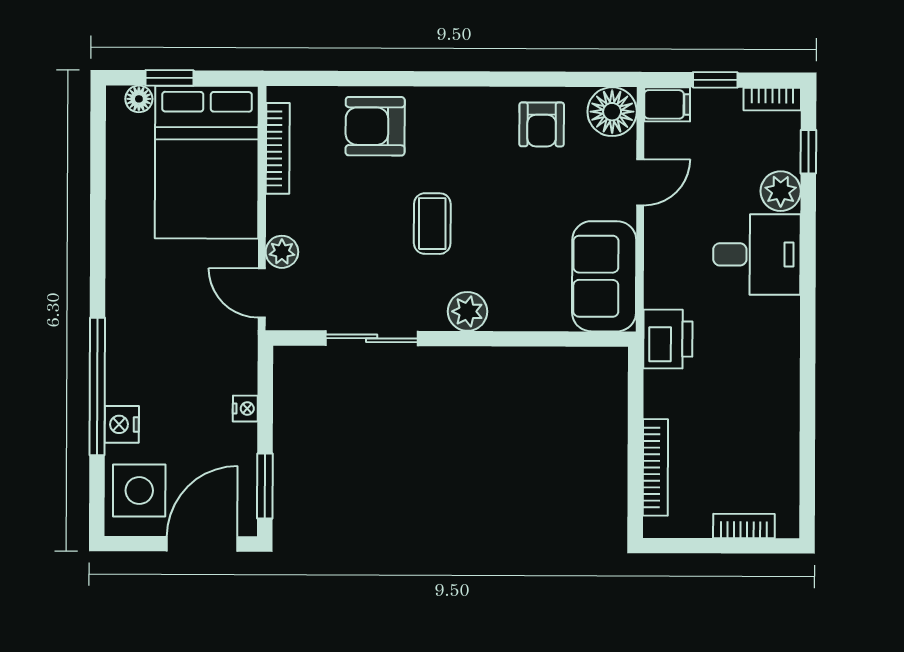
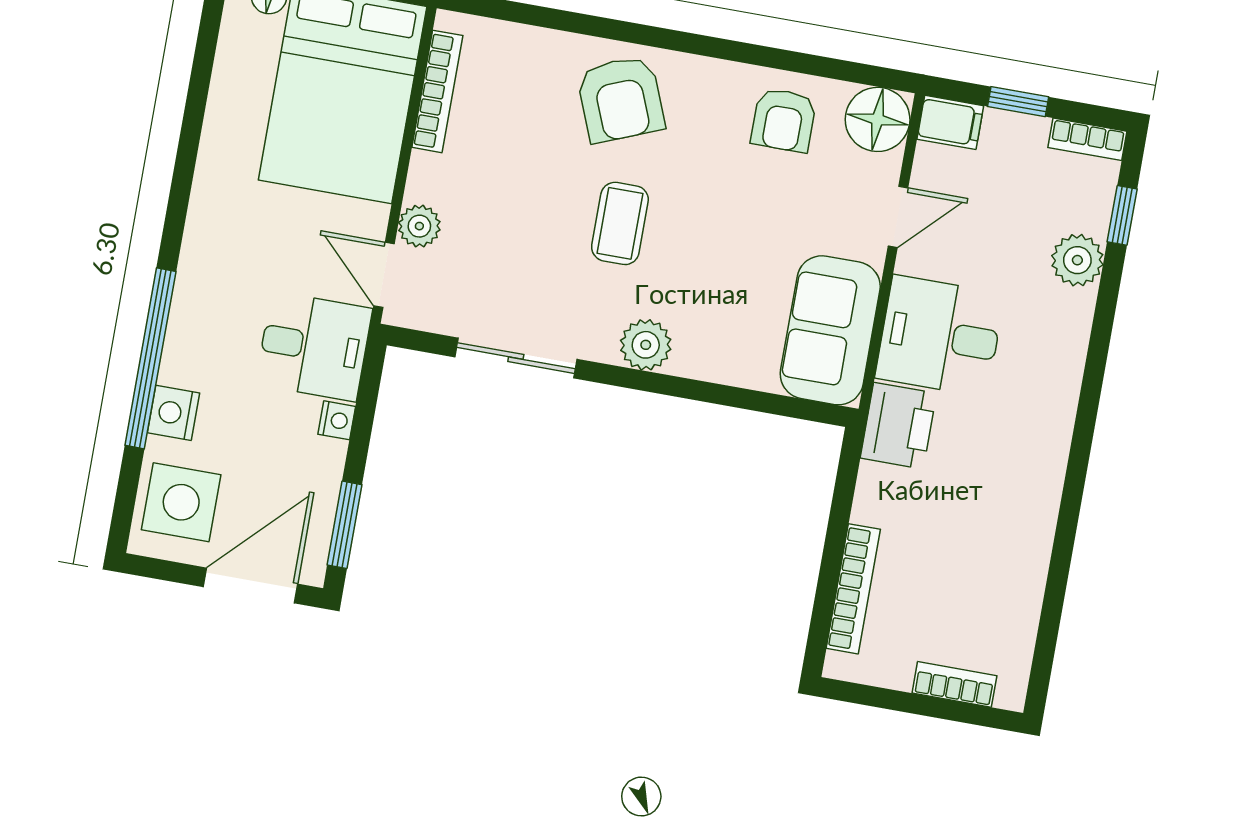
armchair: (375, 126) -> (621, 99), moved, turned -112
desk: (757, 254) -> (940, 336), moved, turned 180
desk: (219, 356) -> (314, 346), added

